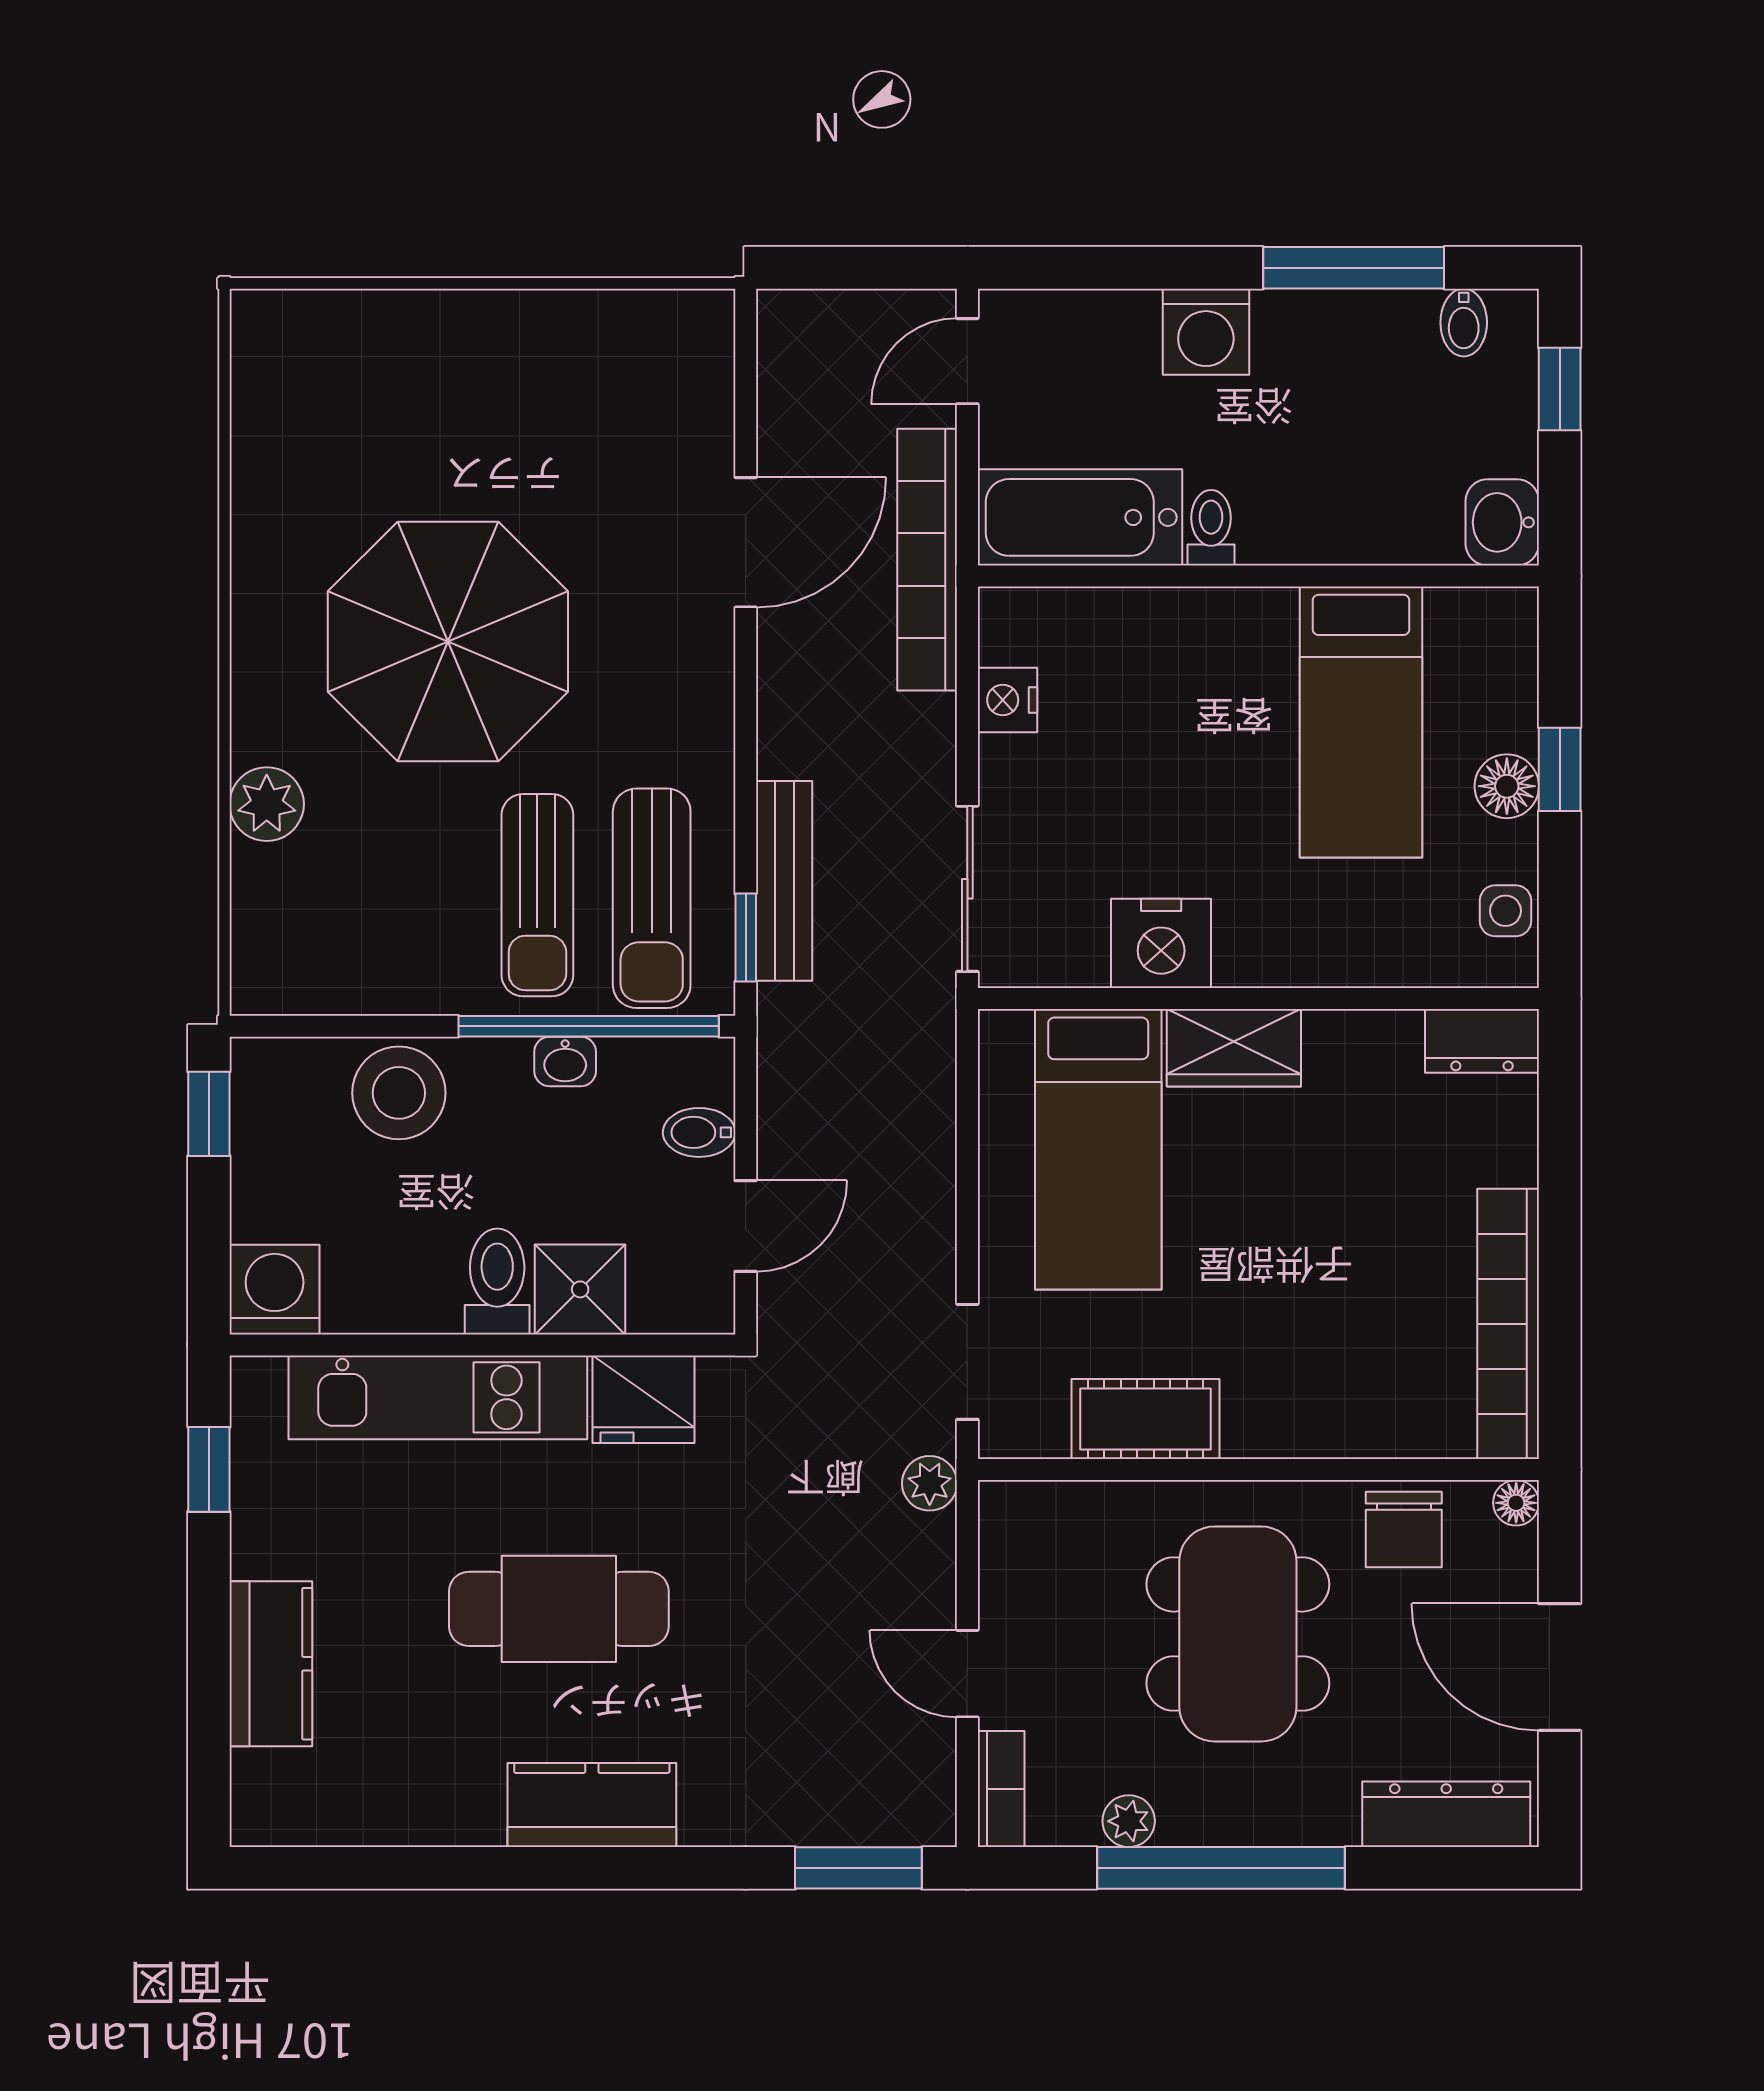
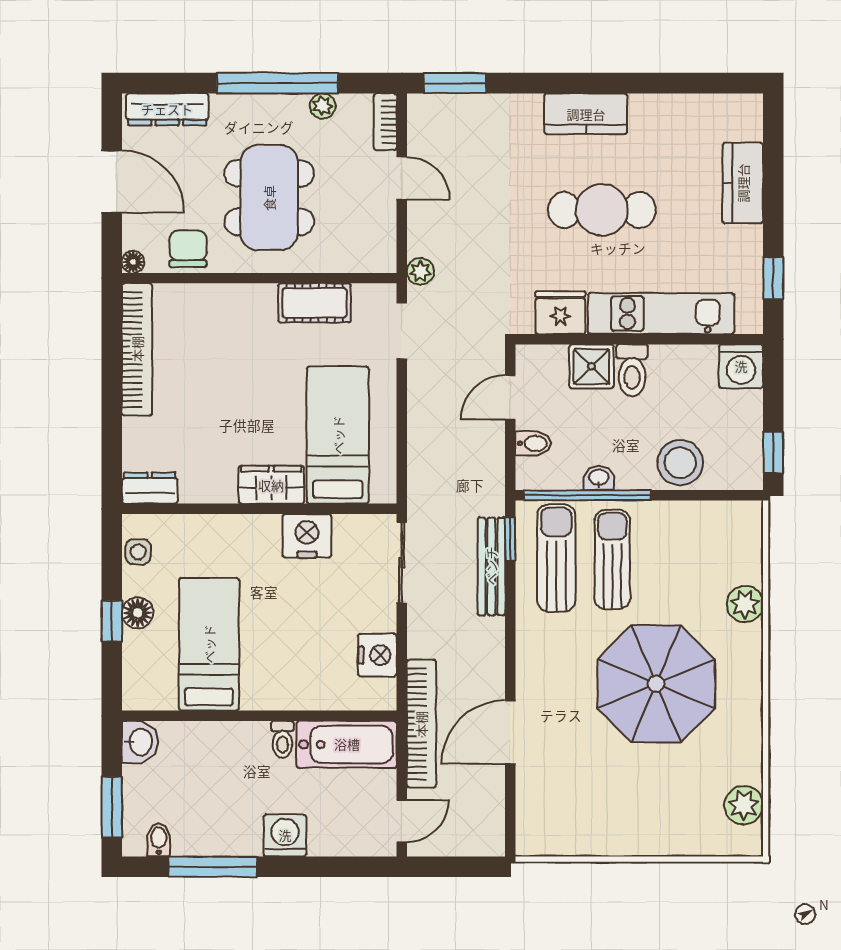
window: (1560, 389) -> (112, 807), width x1.50
plant: (269, 393) -> (744, 805), added
nightstand: (1007, 700) -> (377, 655), width x1.36, depth x1.33

